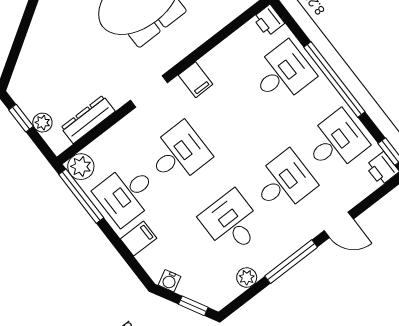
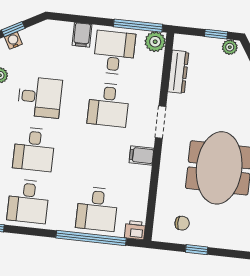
window: (334, 79) -> (91, 238), moved
plant: (42, 123) -> (230, 47), moved
water cooler: (170, 281) -> (13, 40), moved

